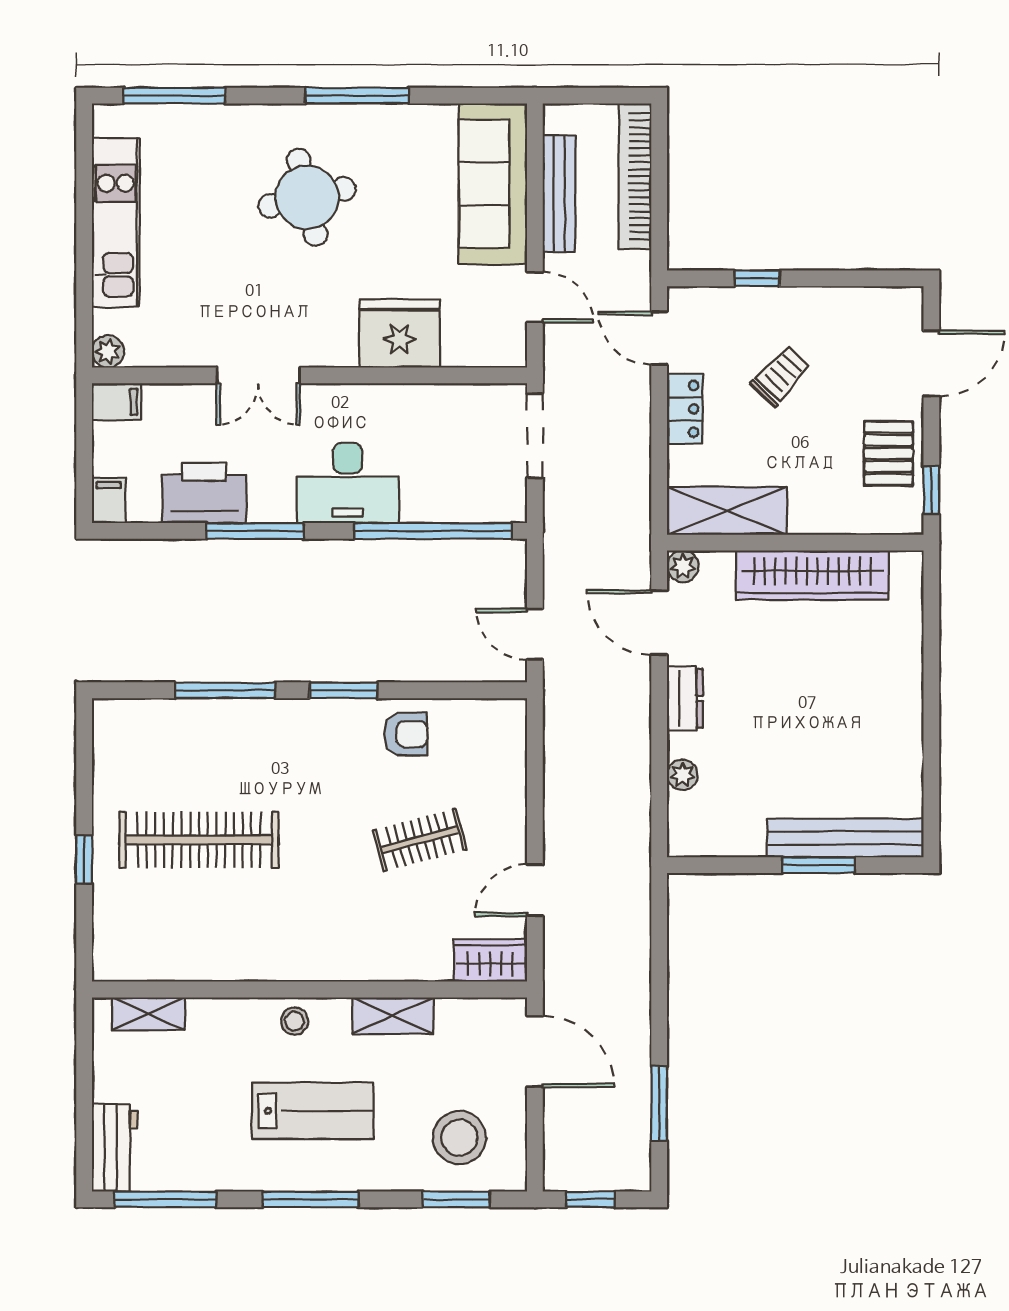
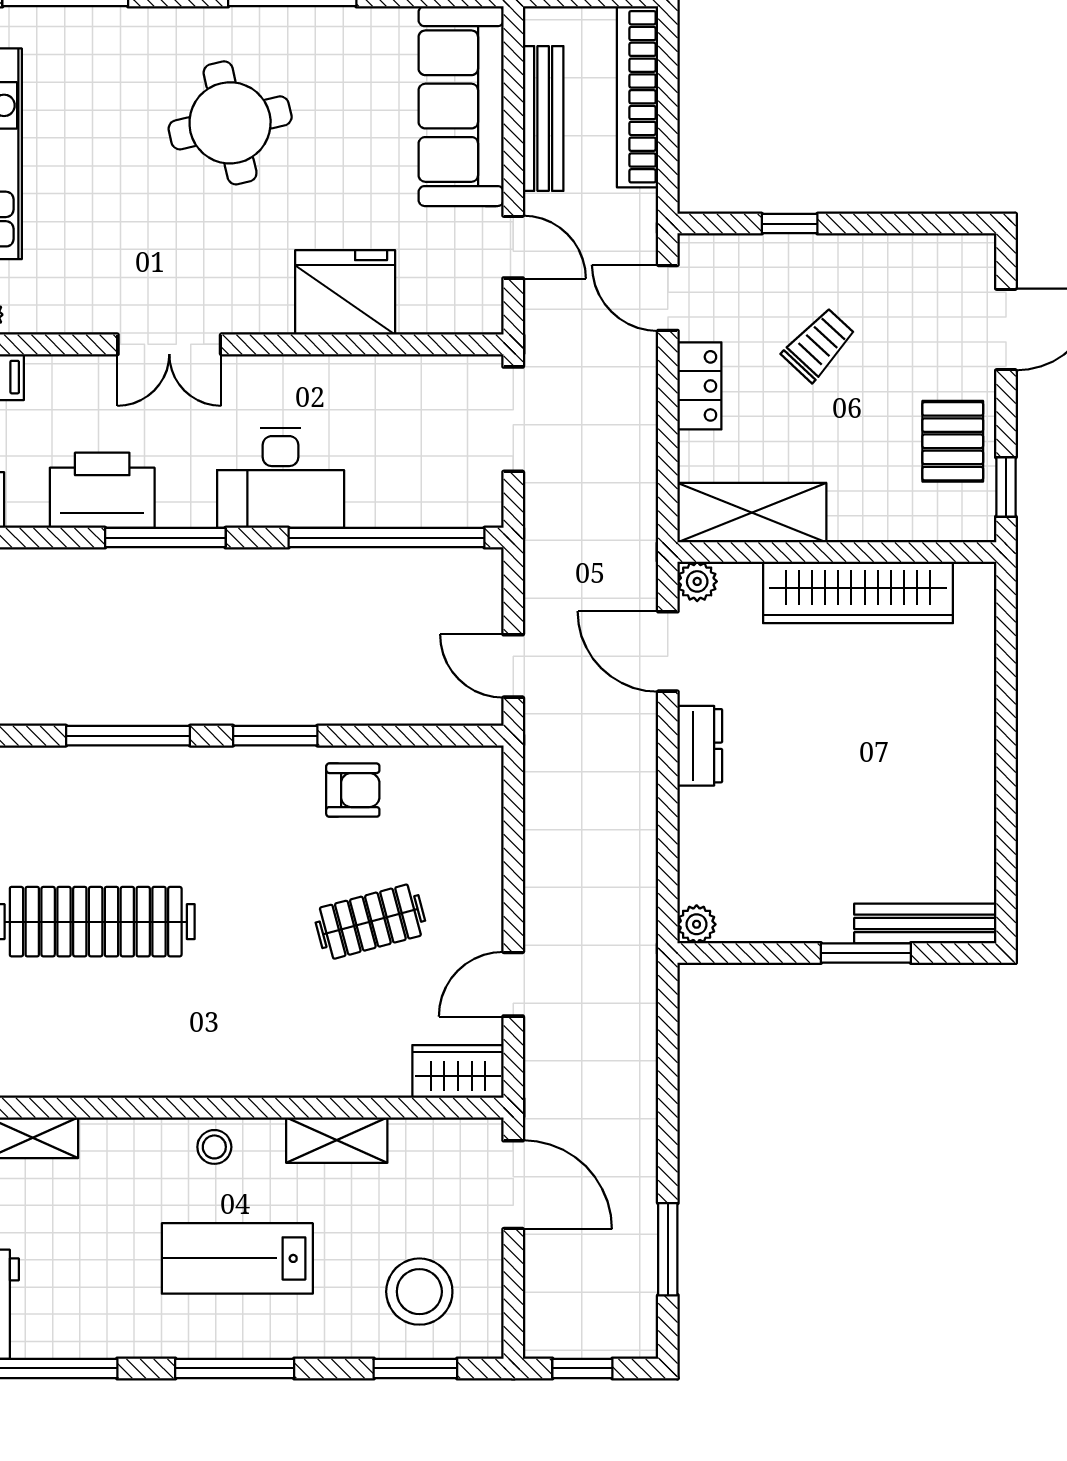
plant: (682, 775) -> (697, 924), moved
bench: (845, 838) -> (925, 923), width x0.73, depth x0.82
lab bench: (313, 1111) -> (237, 1258), turned 180

